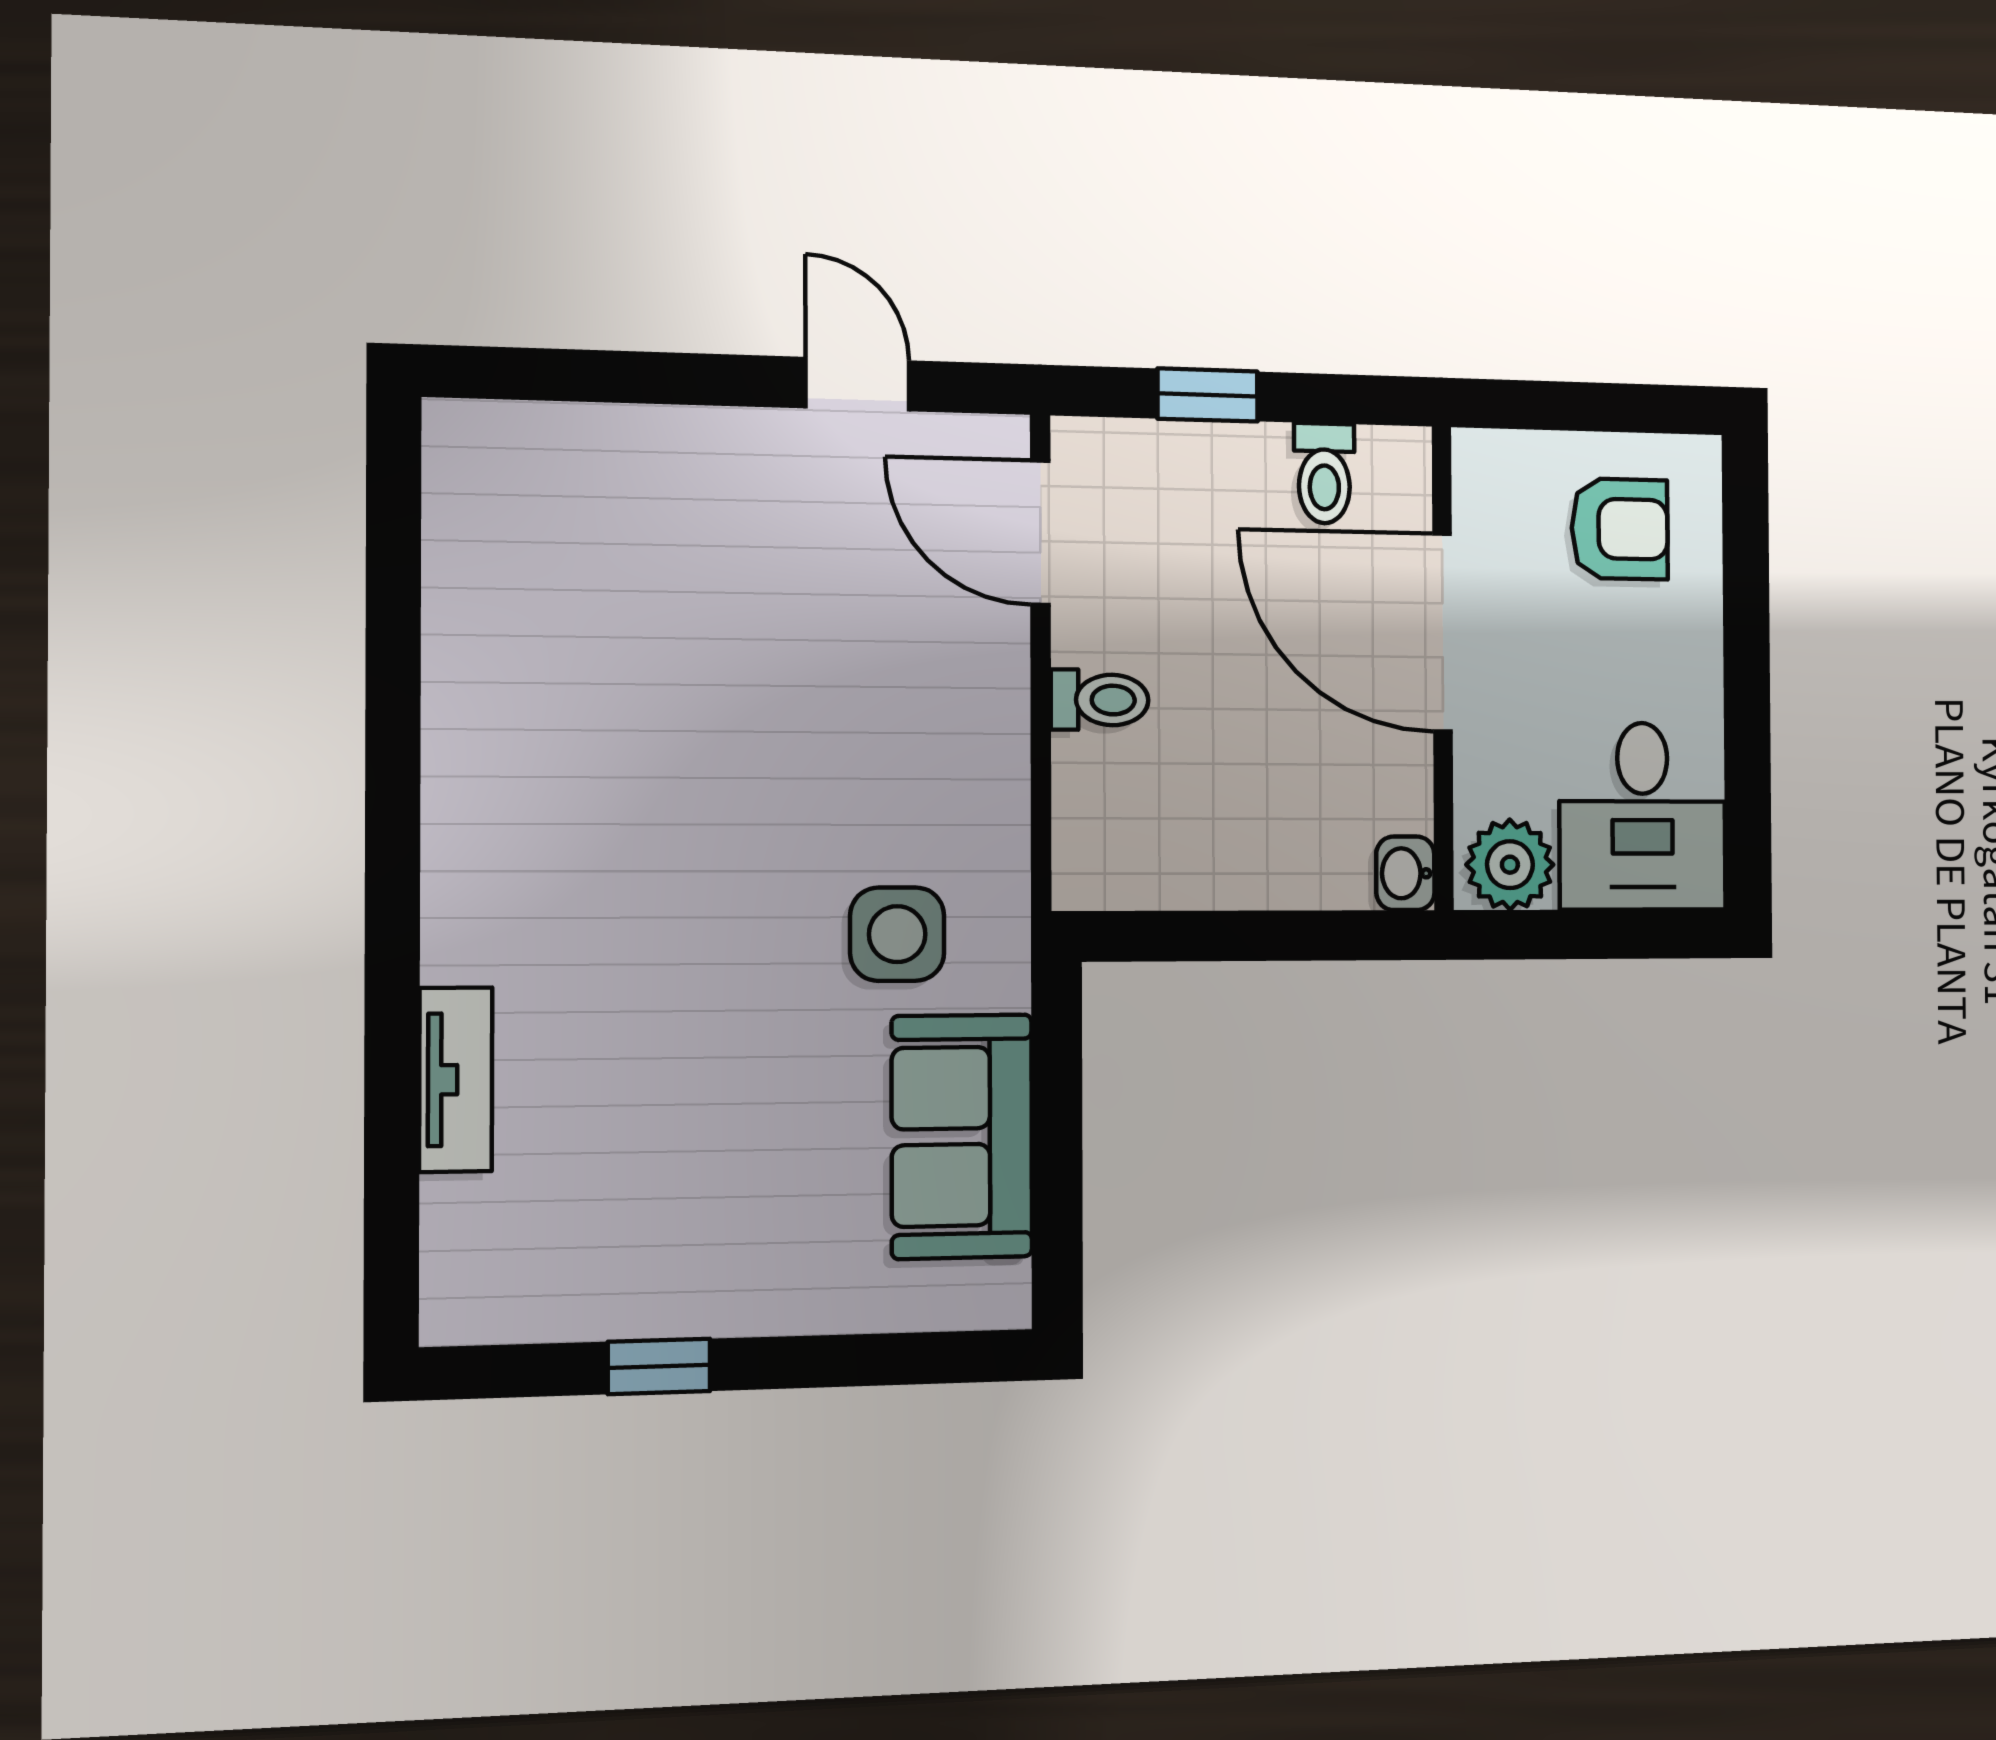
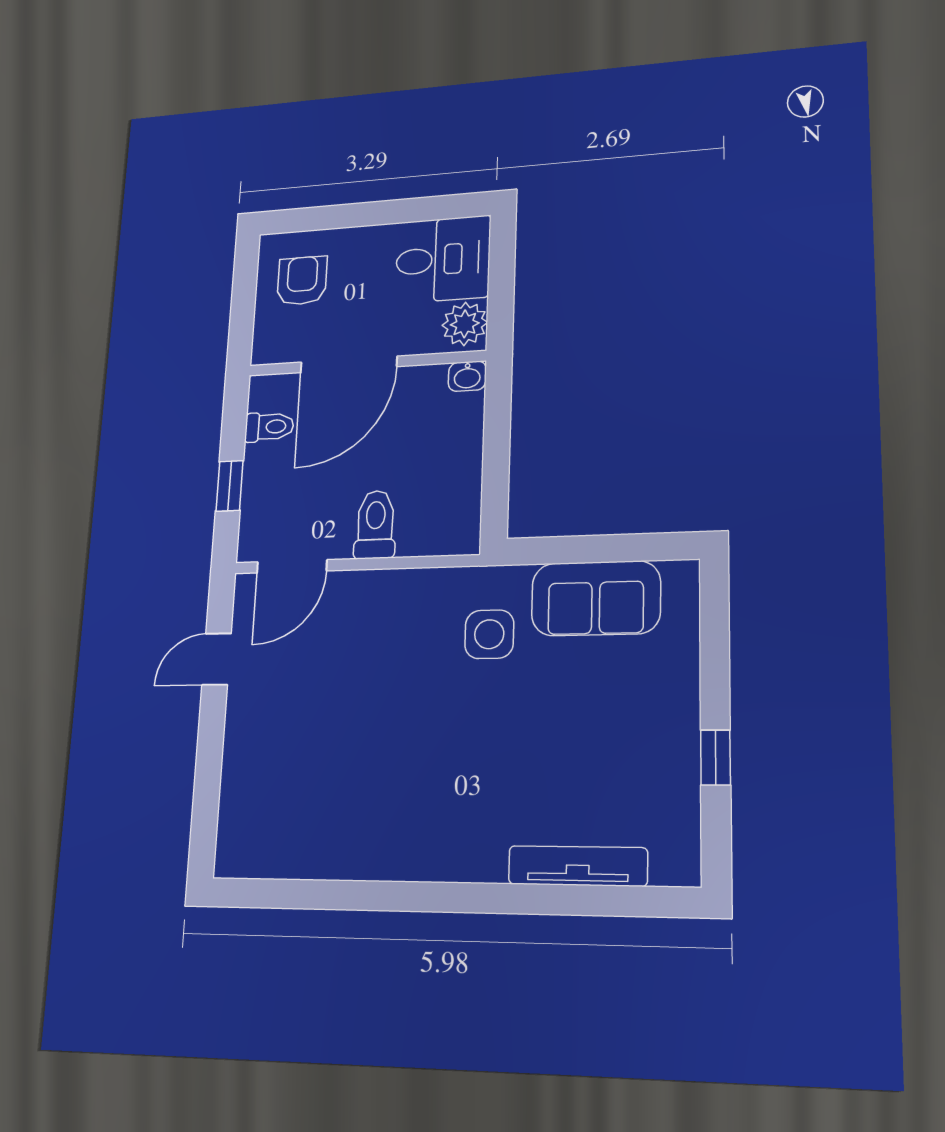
toilet: (1100, 700) -> (375, 525), width x1.37, depth x1.39
tv unit: (456, 1080) -> (578, 866), width x1.41

